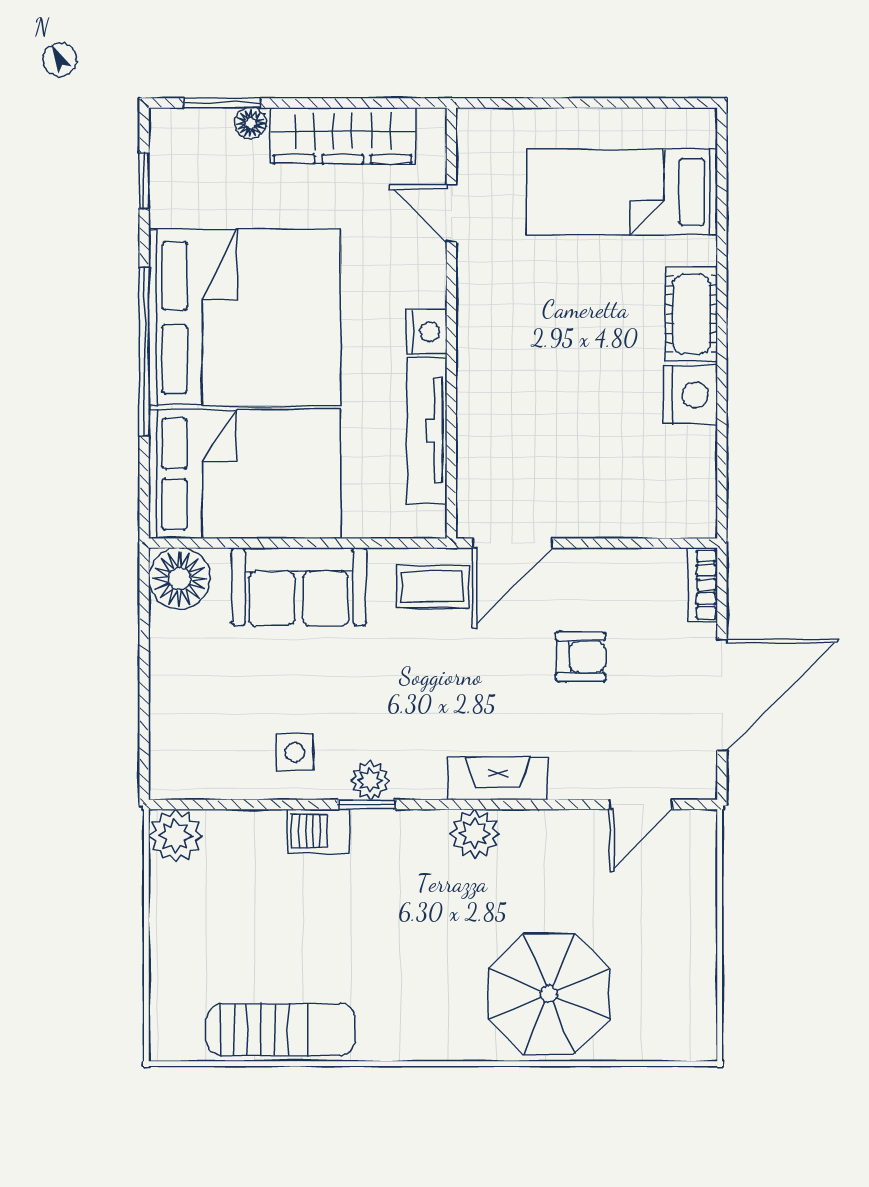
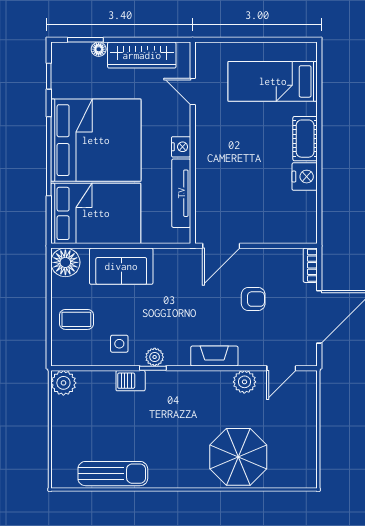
coffee table: (432, 587) -> (76, 319), moved
plant: (475, 834) -> (244, 382), moved

